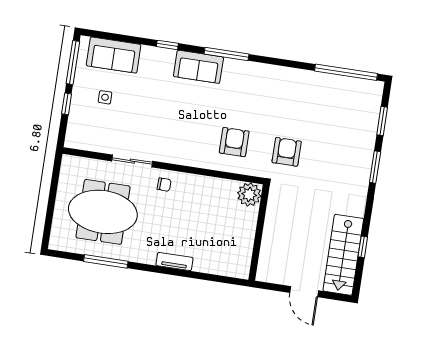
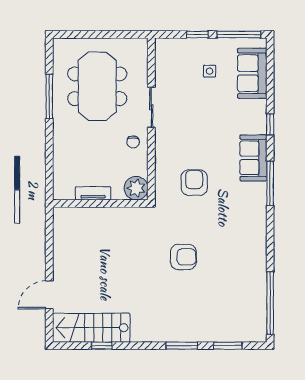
armchair: (234, 142) -> (194, 183), moved, turned -90
plant: (249, 195) -> (136, 188), moved
wall: (259, 233) -> (100, 203), moved
tv unit: (174, 262) -> (93, 193), moved, turned -90

